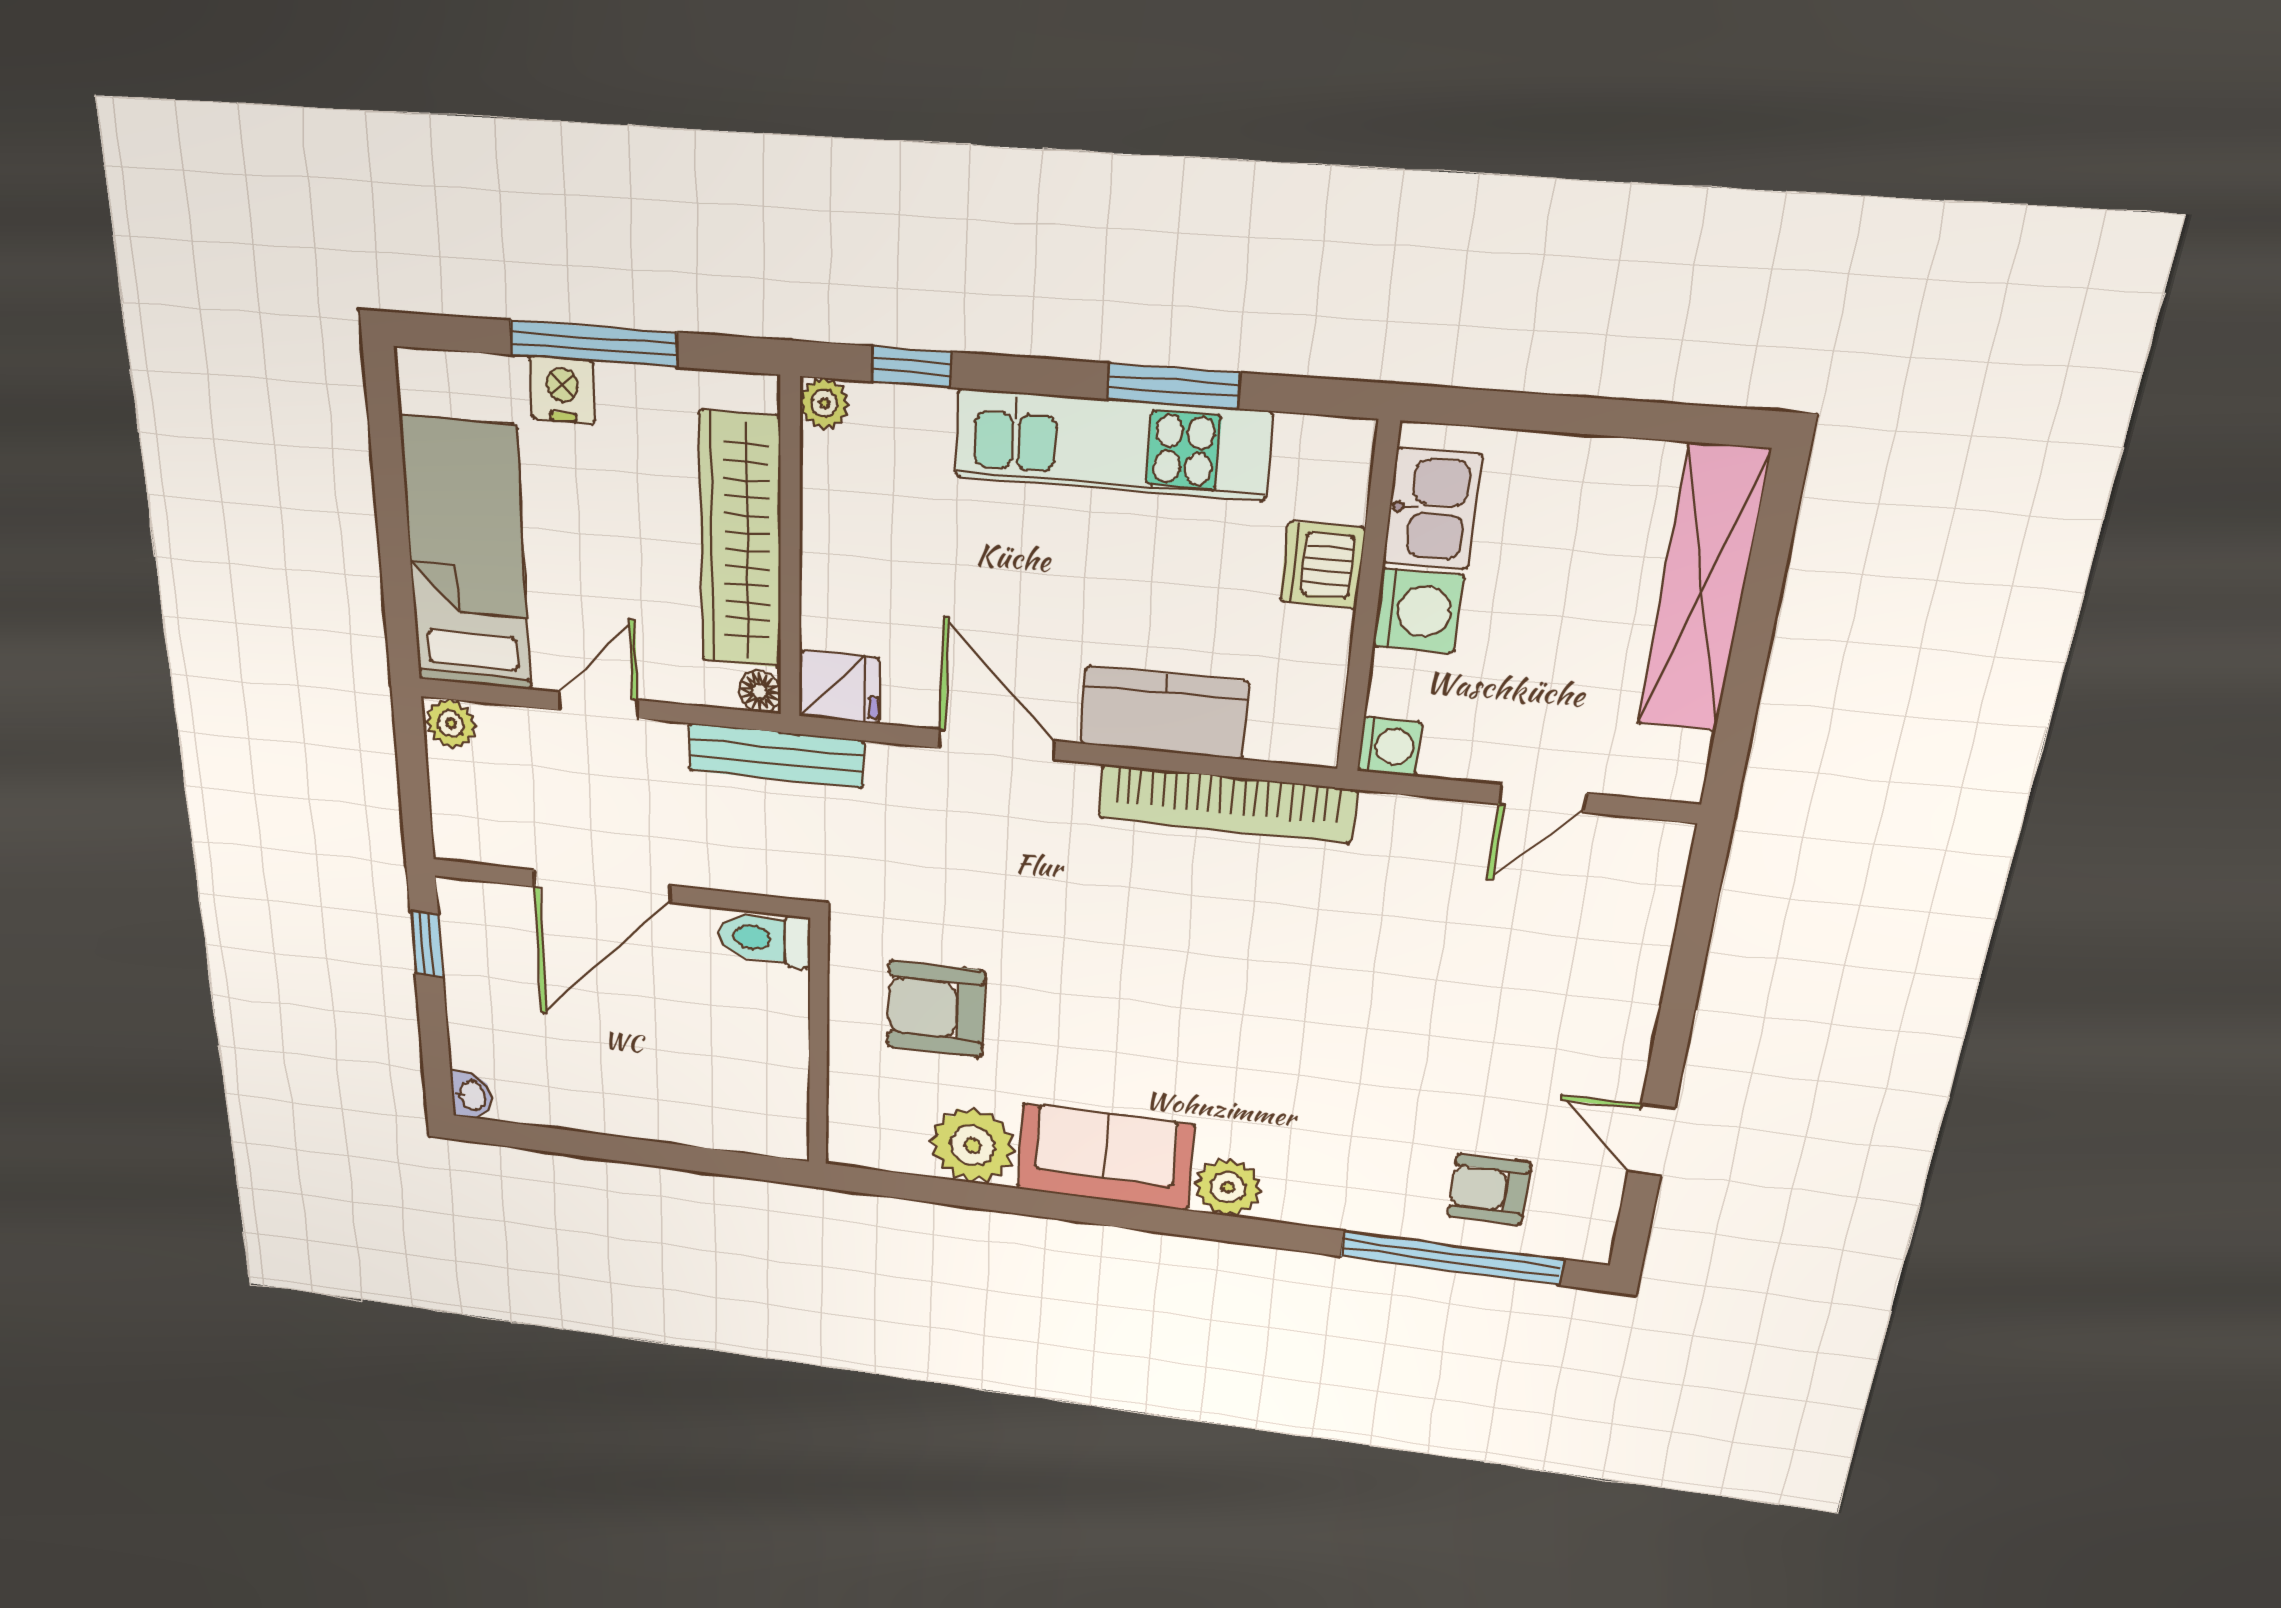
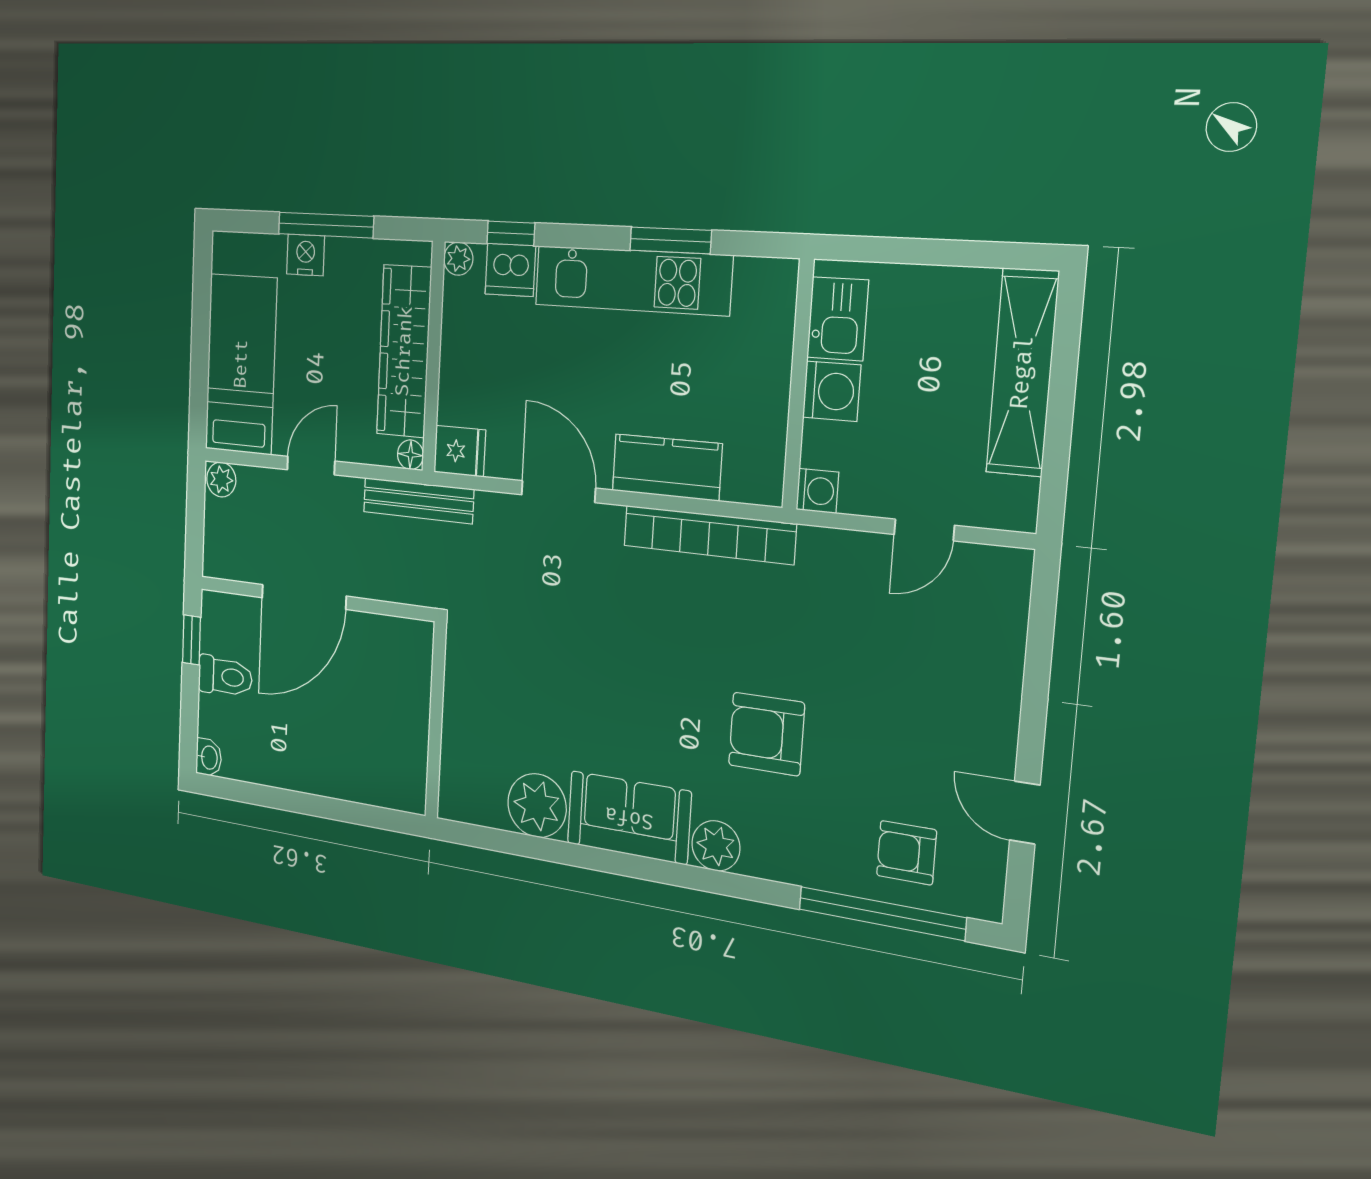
dishwasher: (1322, 565) -> (510, 270), moved, turned -90
toilet: (765, 939) -> (225, 676), moved, turned 180
armchair: (936, 1009) -> (766, 734), moved

